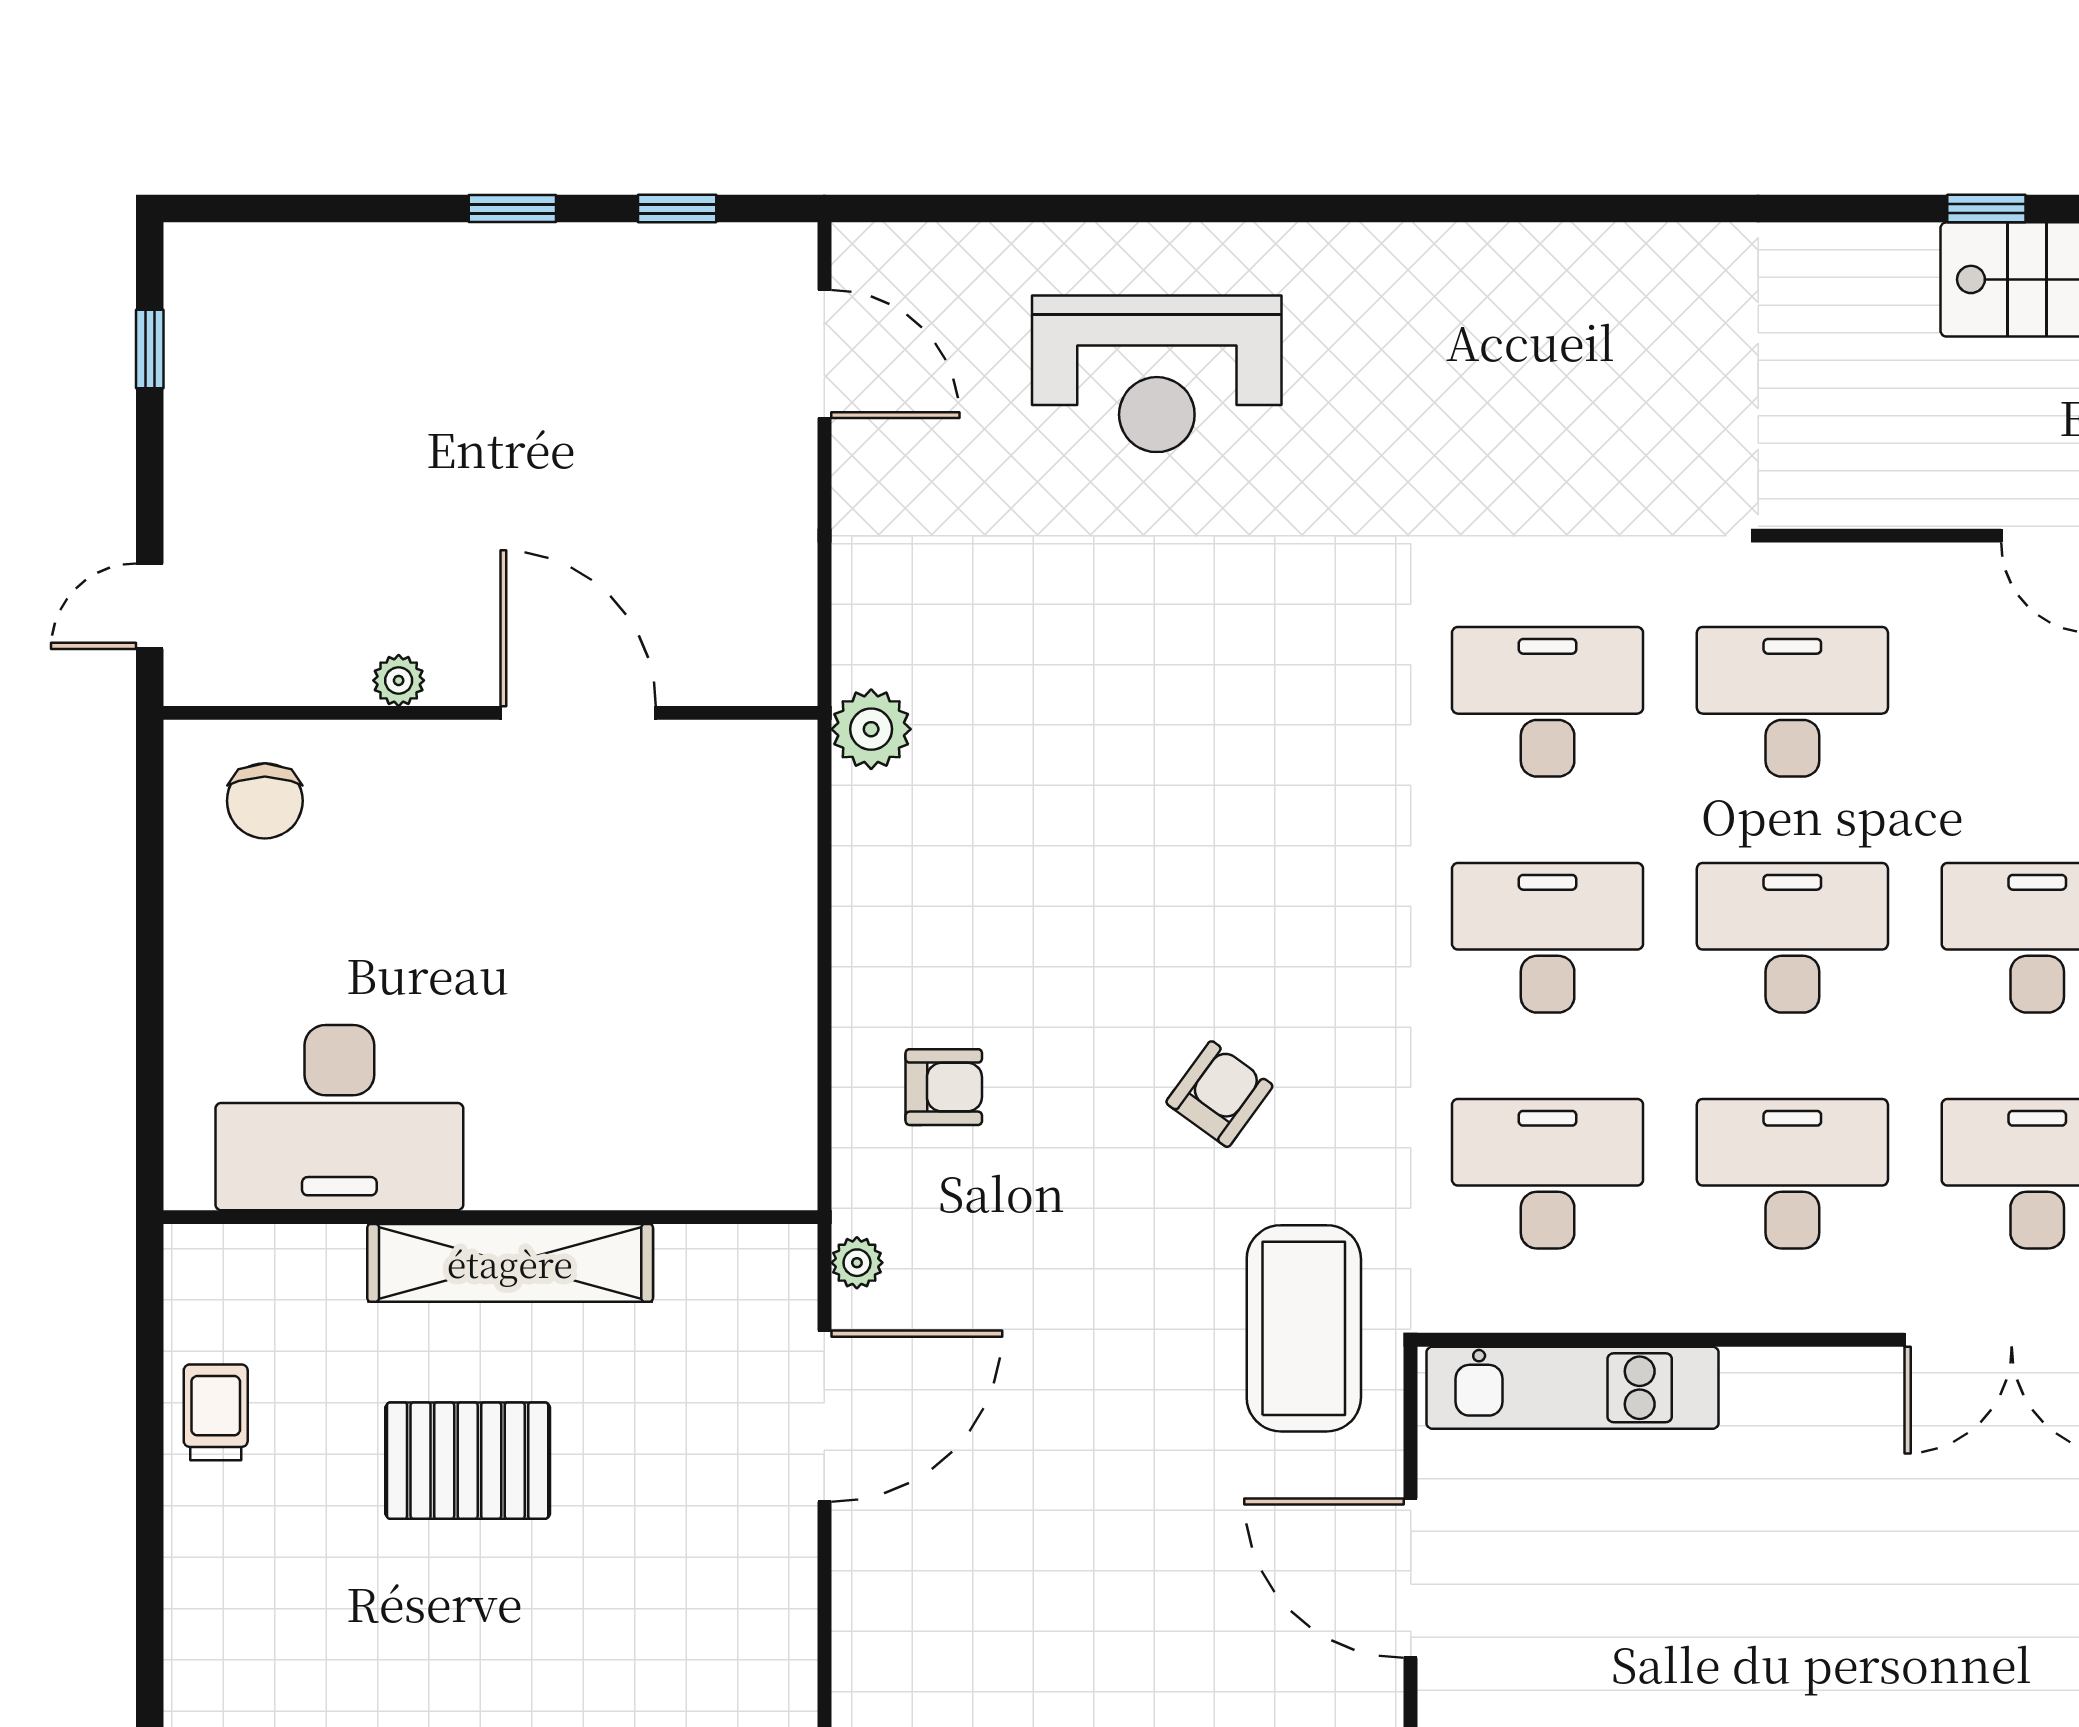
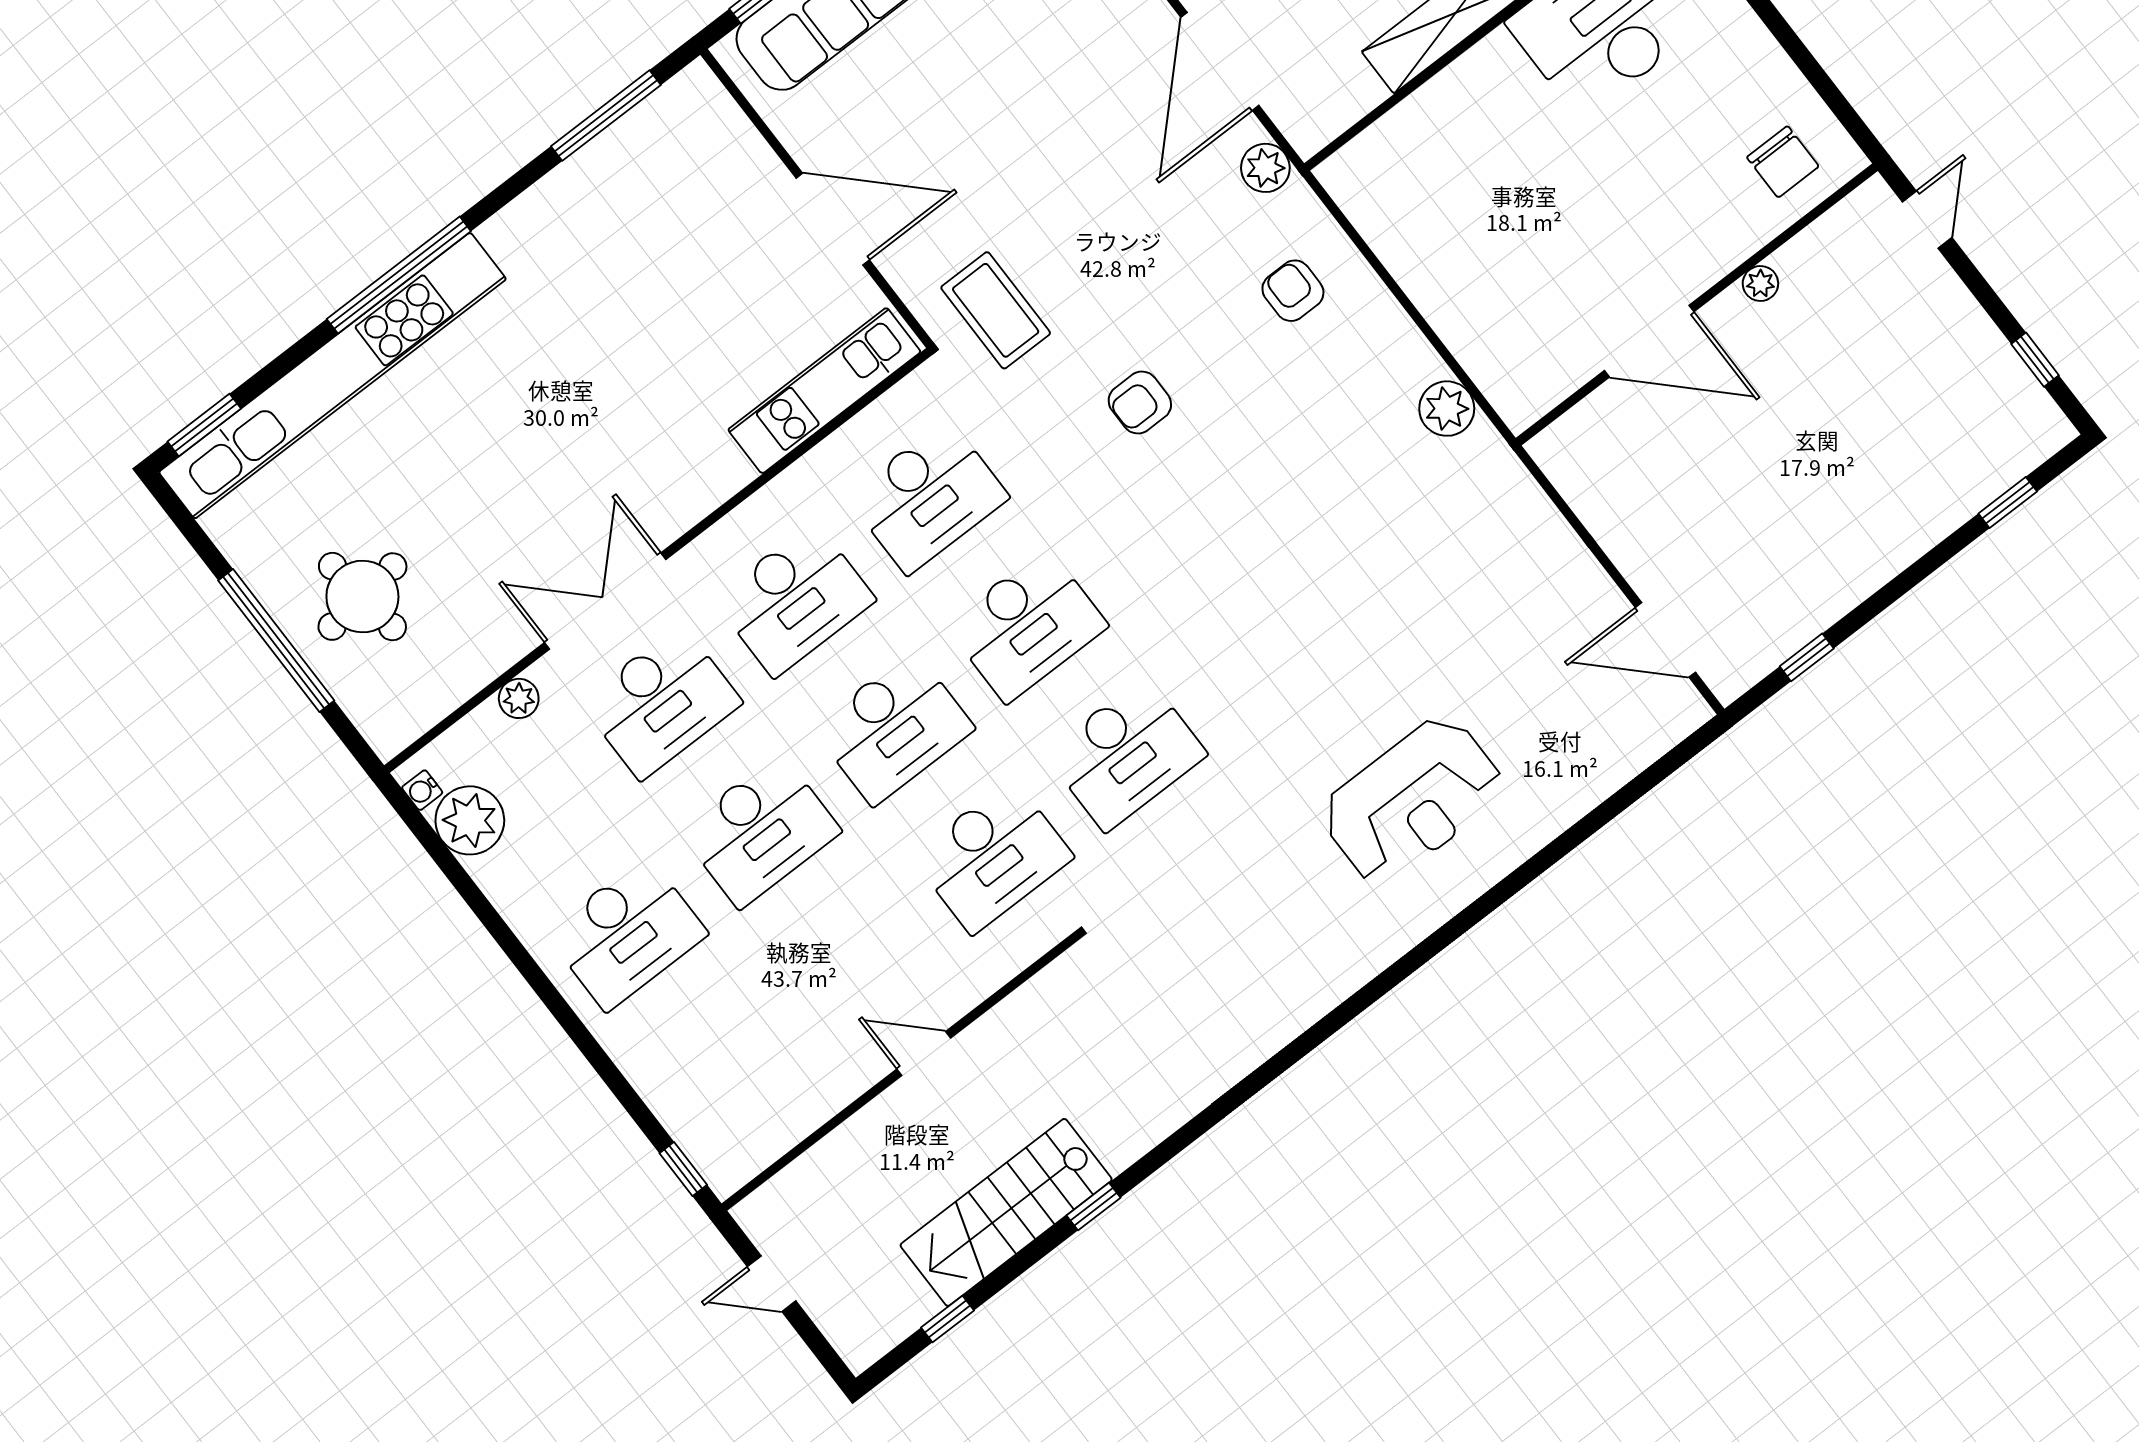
window: (512, 209) -> (2008, 503), moved
reception desk: (1157, 374) -> (1412, 800), moved, turned 180
plant: (871, 729) -> (1447, 409), moved
chair: (265, 801) -> (1783, 162), turned 180
armchair: (944, 1087) -> (1293, 291), turned 90
armchair: (1219, 1094) -> (1140, 403), turned 54
plant: (857, 1263) -> (1265, 168), width x1.38, depth x1.38
coffee table: (1304, 1328) -> (996, 310), width x0.73, depth x0.76

